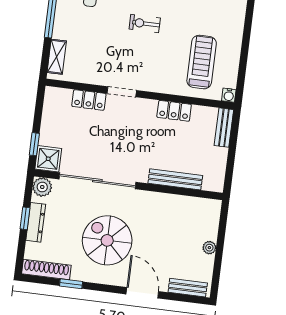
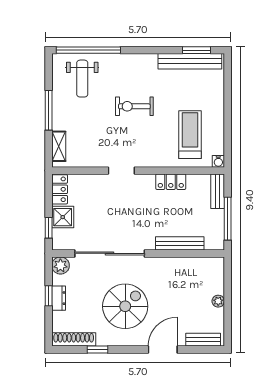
exercise bike: (145, 24) -> (134, 106), width x1.38, depth x1.39
locker: (89, 100) -> (60, 189), moved, turned -90
shower: (48, 159) -> (63, 217), moved
window: (231, 159) -> (228, 219), added
dresser: (36, 222) -> (59, 298), width x0.70
spiral stairs: (107, 240) -> (125, 306), turned 90
door: (142, 293) -> (163, 350), hinge flipped

